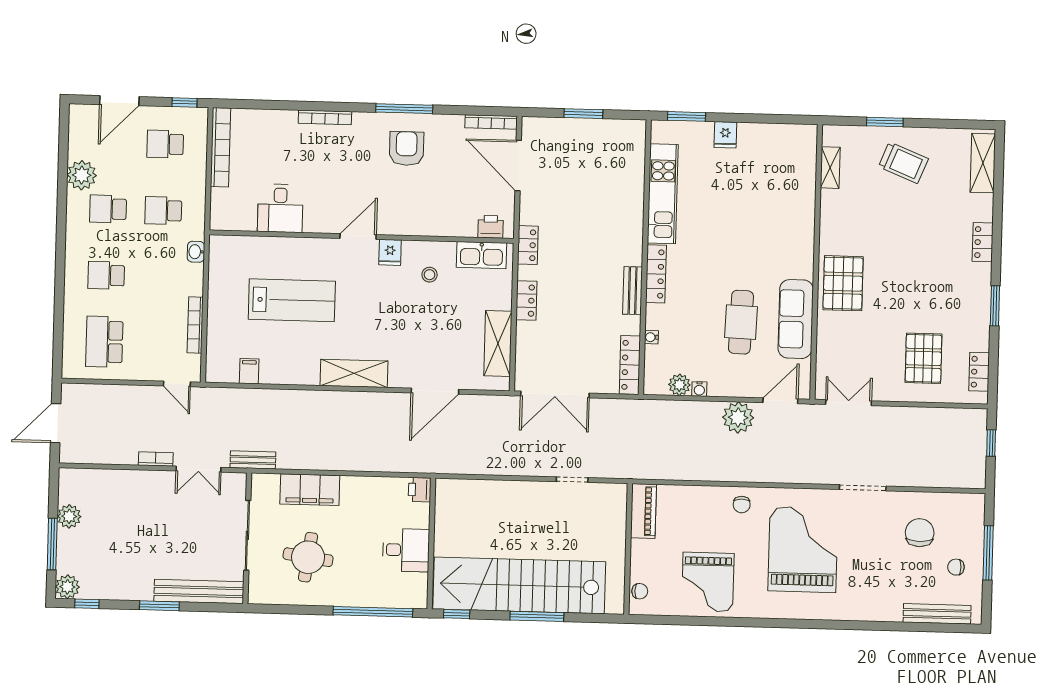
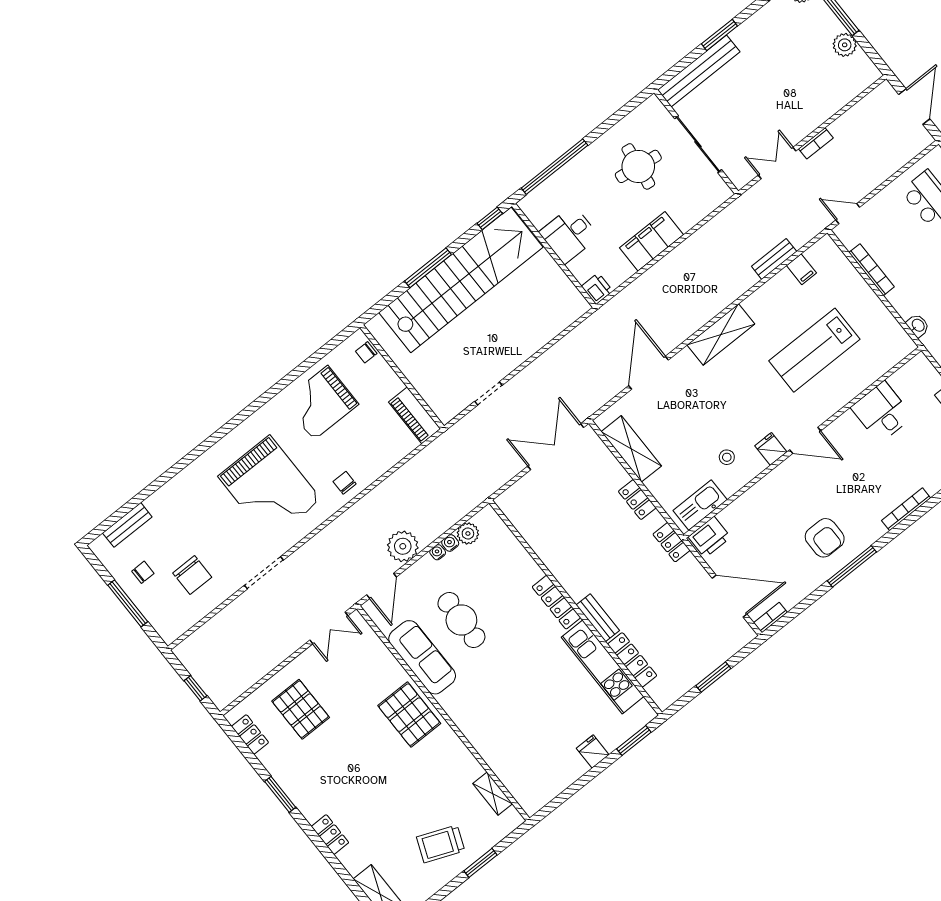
bookcase: (491, 122) -> (770, 618), width x0.64
printer: (491, 227) -> (709, 537), width x1.36, depth x1.24
door: (358, 236) -> (805, 440), hinge flipped
bench: (633, 291) -> (598, 618), moved
water cooler: (651, 337) -> (438, 552), moved, turned -90
locker: (630, 365) -> (632, 660), moved
bench: (253, 460) -> (774, 259), moved
filing cabinet: (310, 490) -> (652, 241), moved
grand piano: (708, 582) -> (321, 403), turned -90
bench: (937, 614) -> (127, 525), width x0.73

